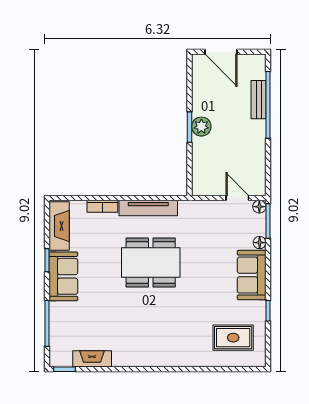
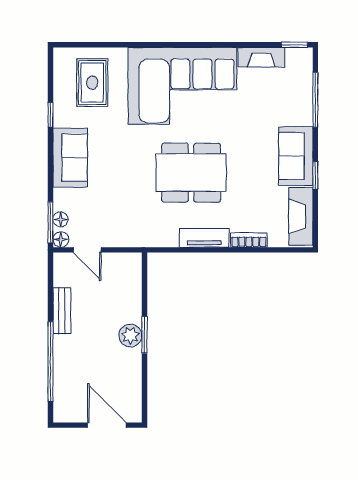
bench: (259, 100) -> (62, 311), moved
tv unit: (148, 208) -> (204, 238), width x0.71
floor lamp: (260, 243) -> (61, 219), moved
corner sofa: (158, 335) -> (182, 86), added
rug: (233, 338) -> (92, 83), turned 90

